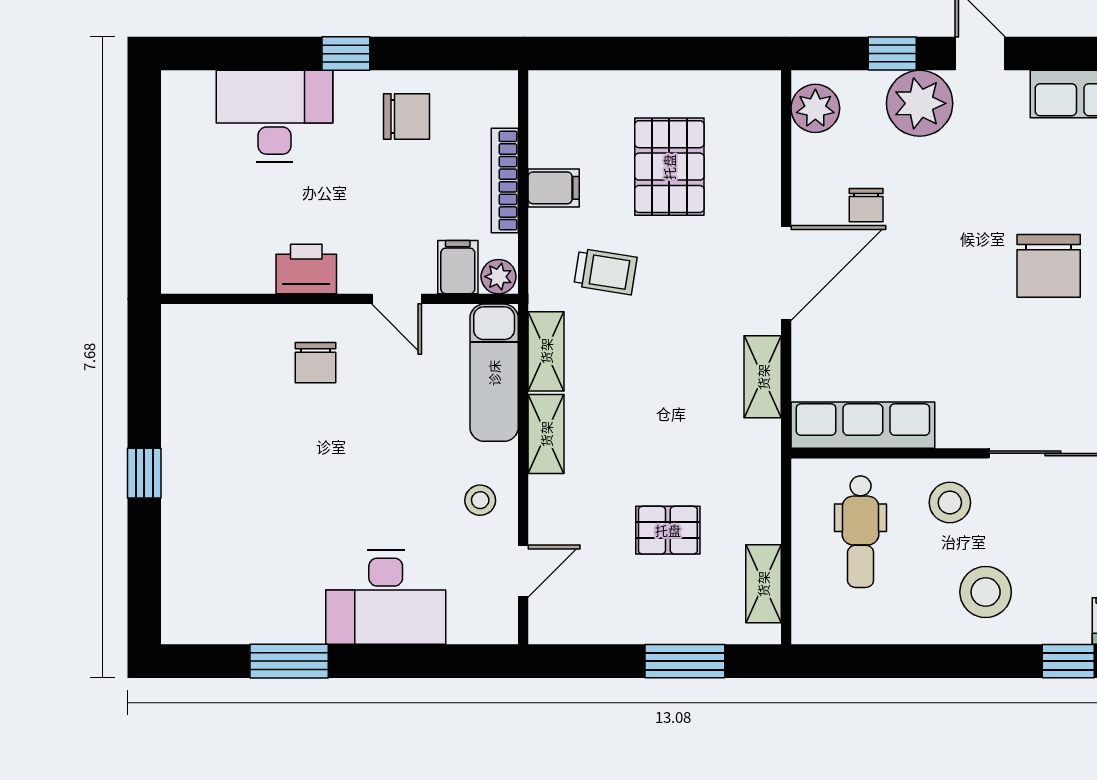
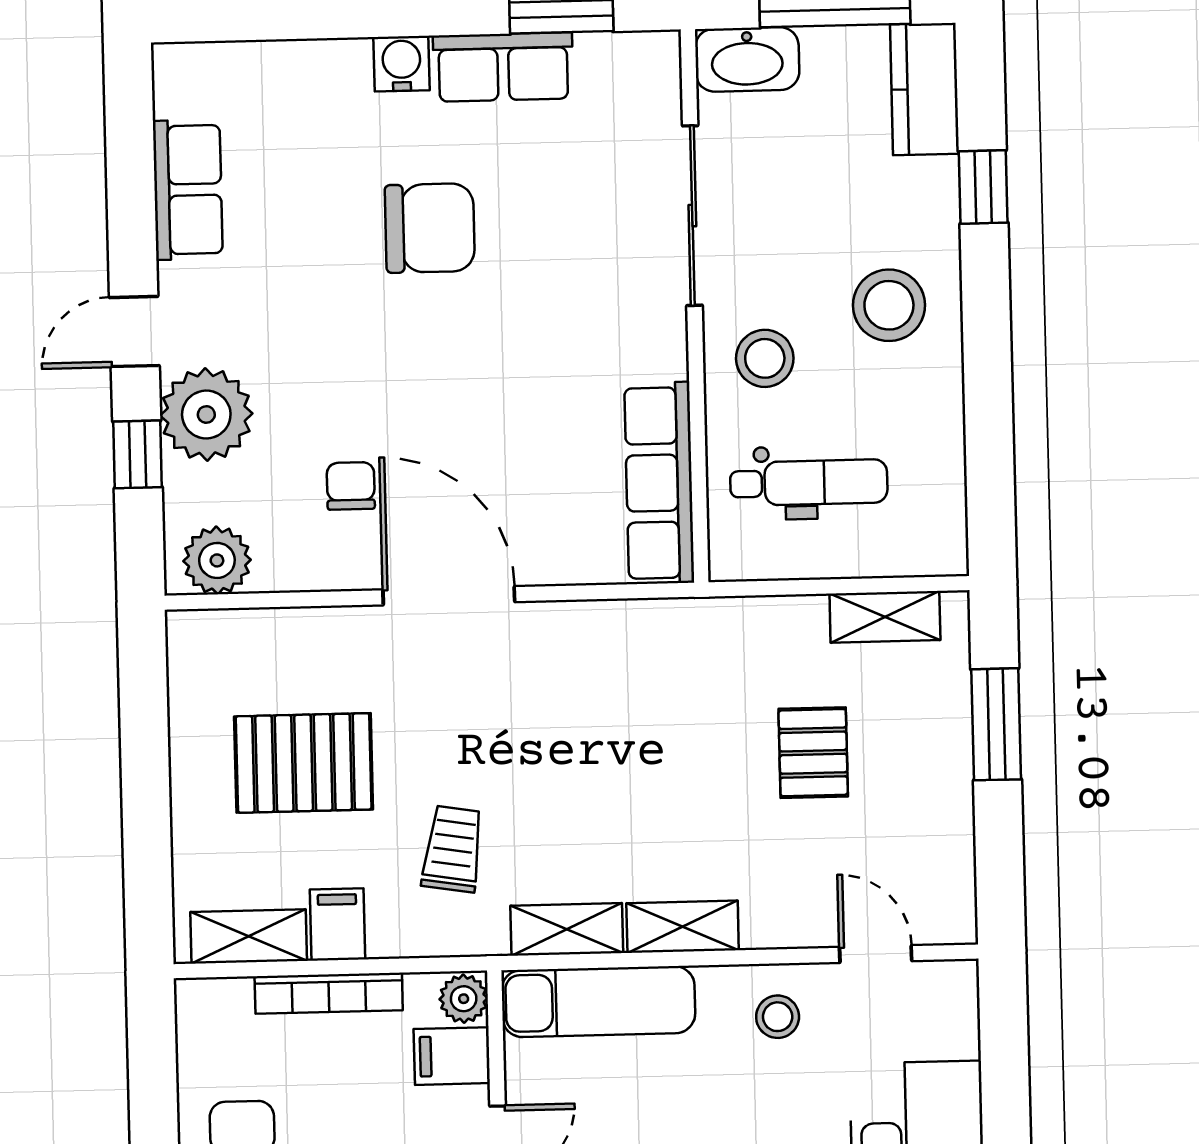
chair: (866, 205) -> (351, 486), turned -90
shelving: (763, 377) -> (249, 936), moved

